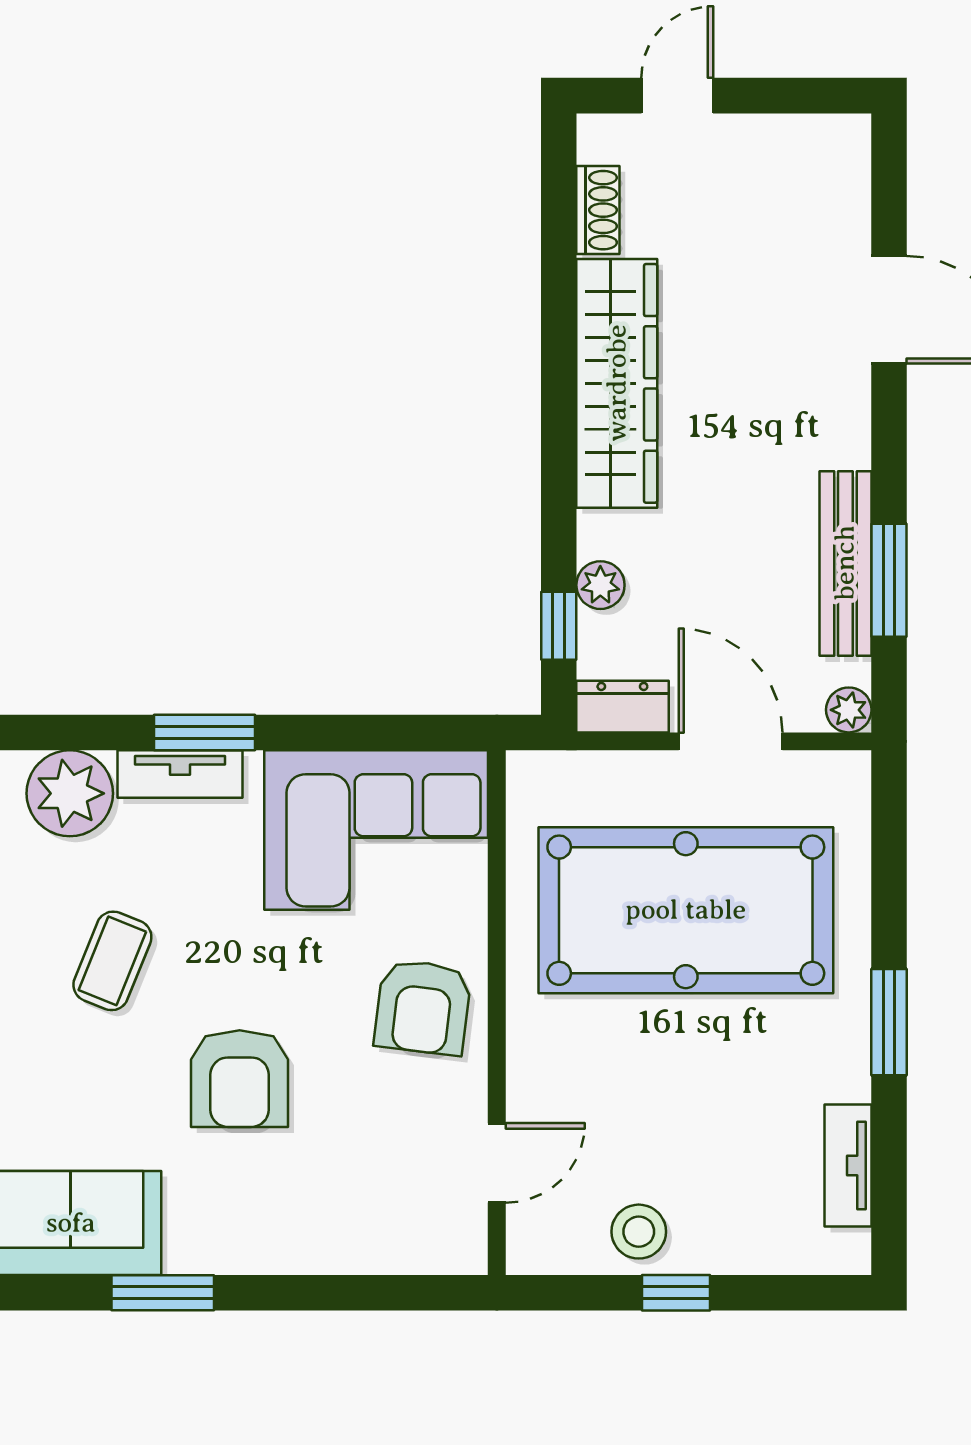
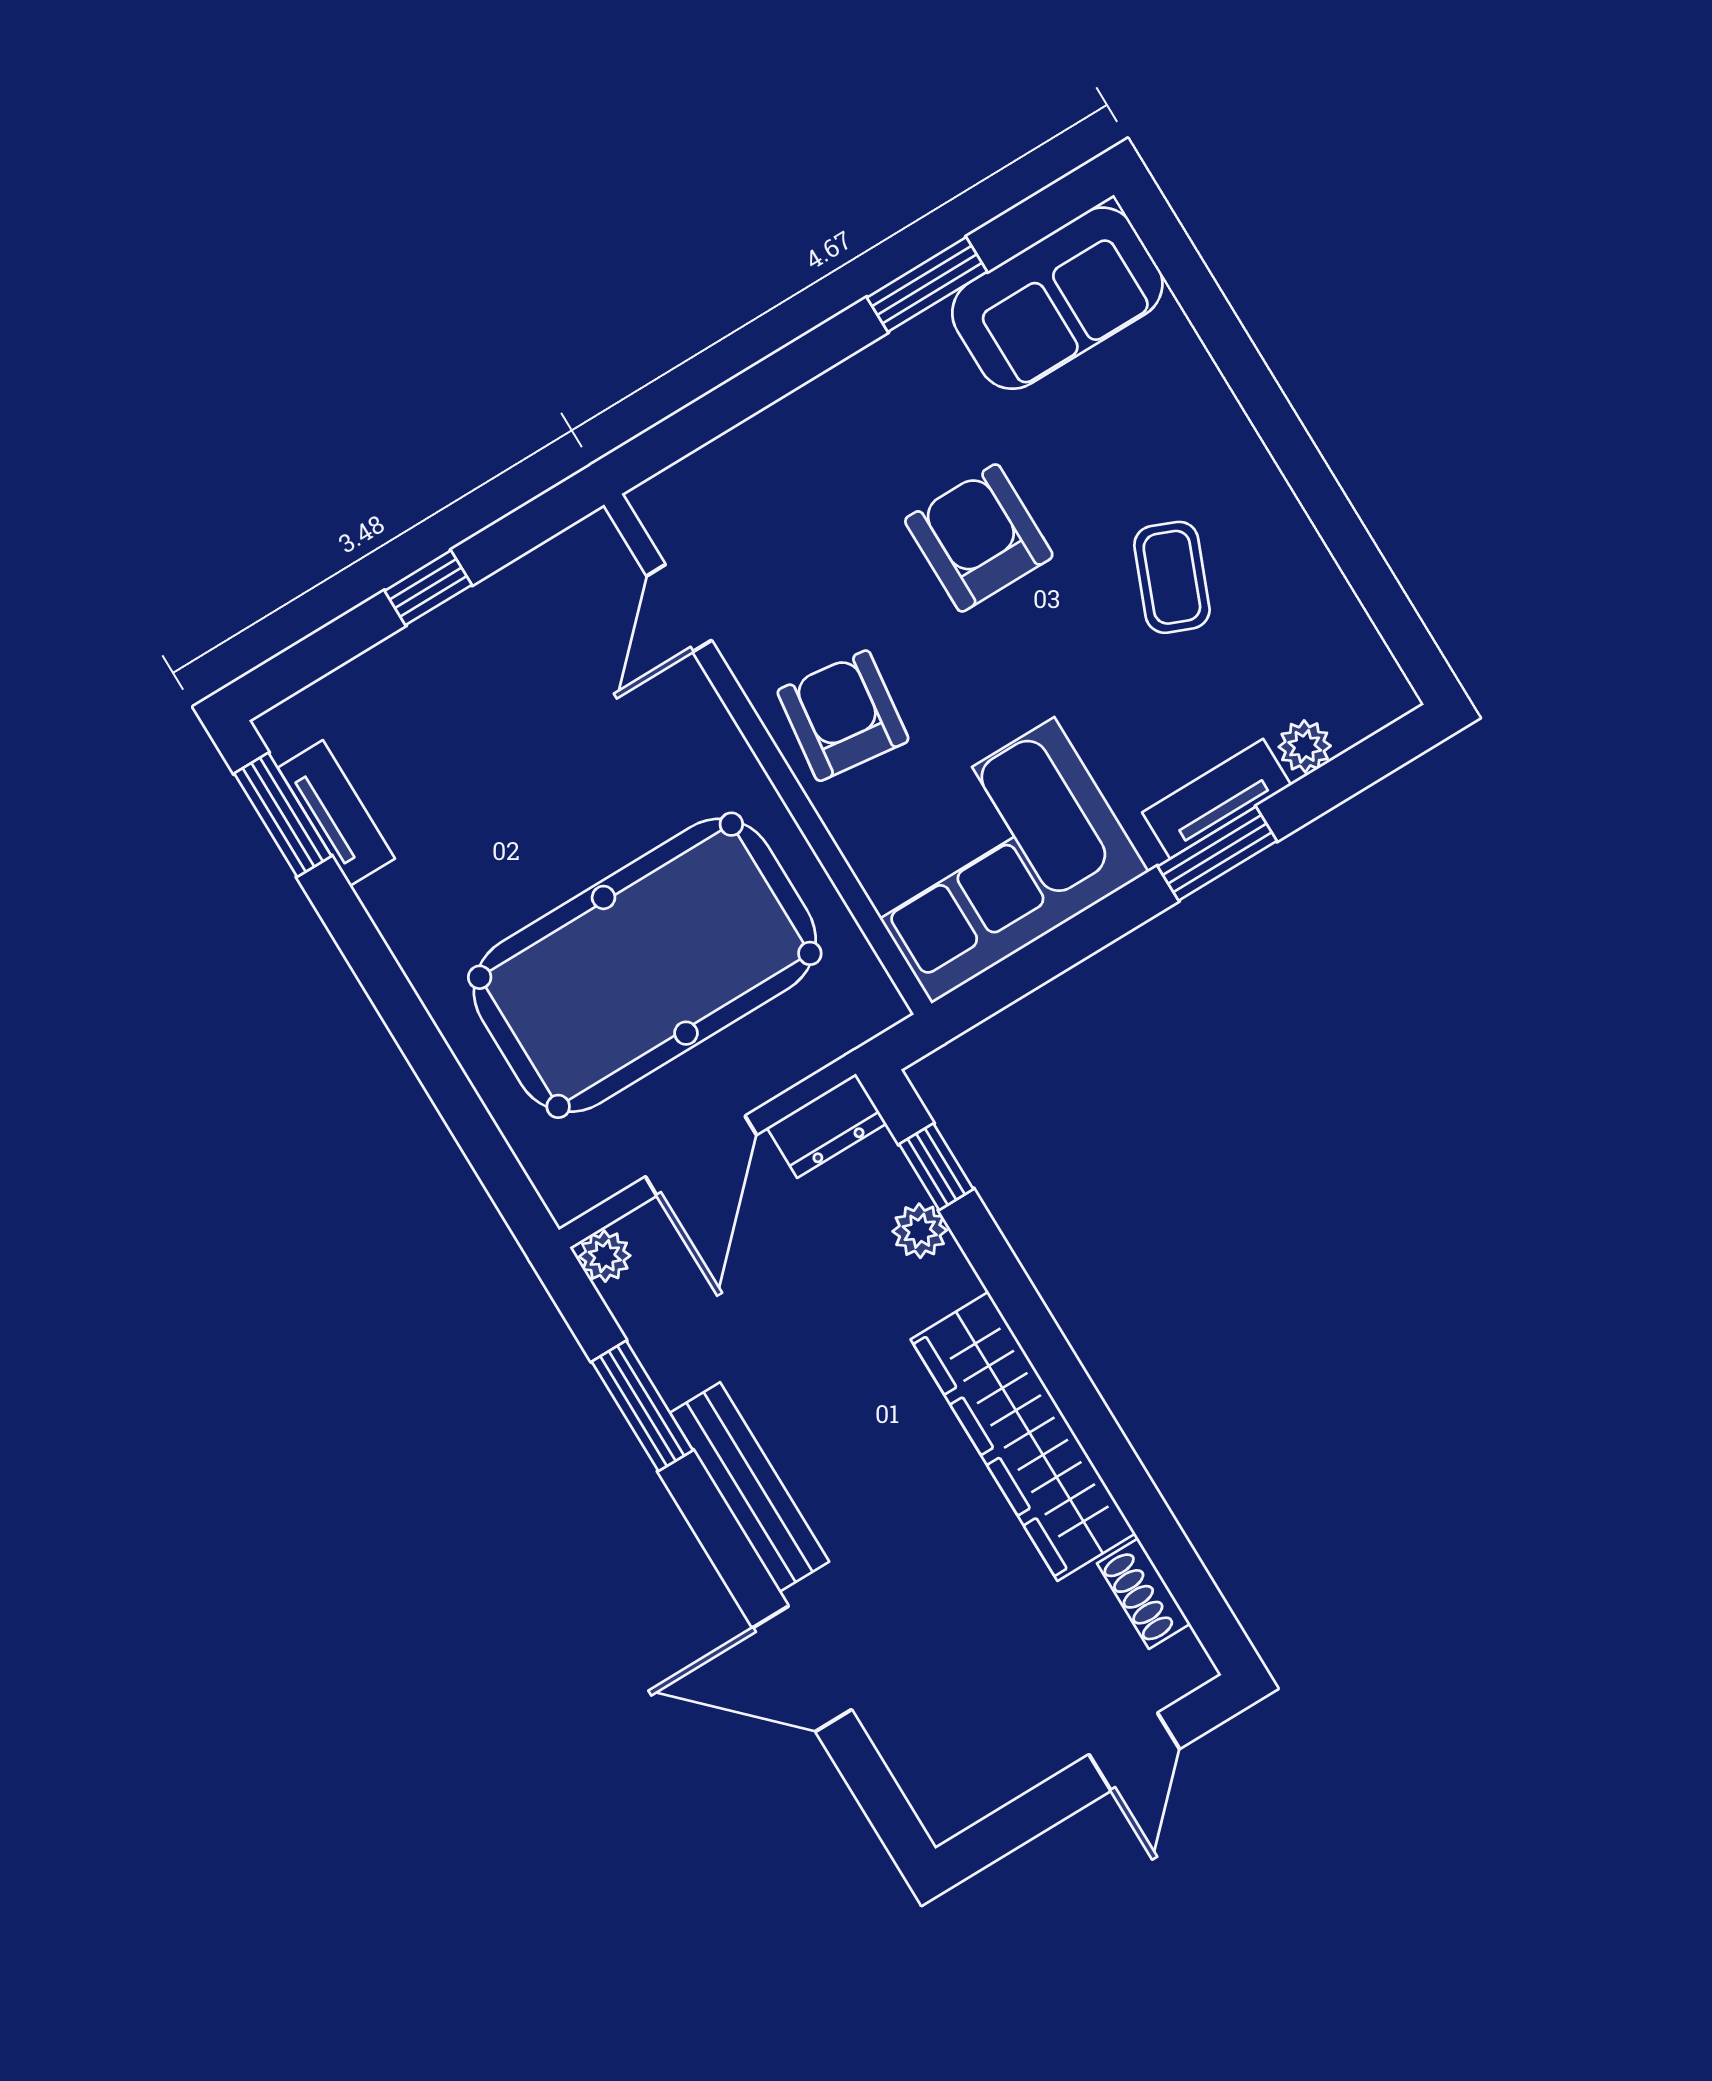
bench: (845, 563) -> (750, 1487), moved
door: (731, 741) -> (701, 1156), hinge flipped
plant: (70, 793) -> (1305, 746), width x0.53, depth x0.53
window: (889, 1022) -> (283, 815), moved
stool: (639, 1232) -> (501, 625), removed

